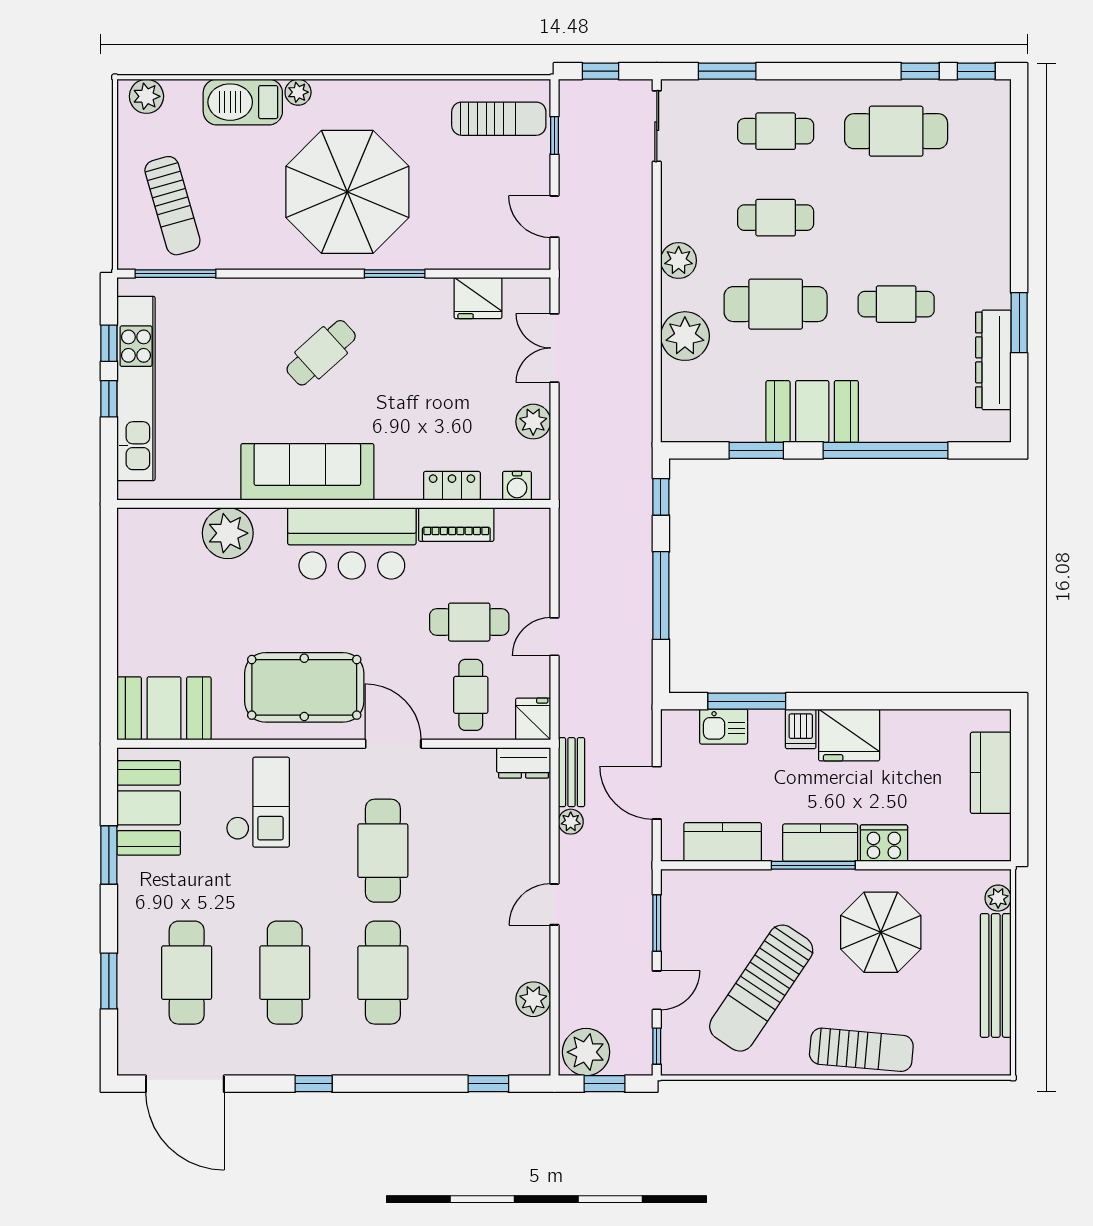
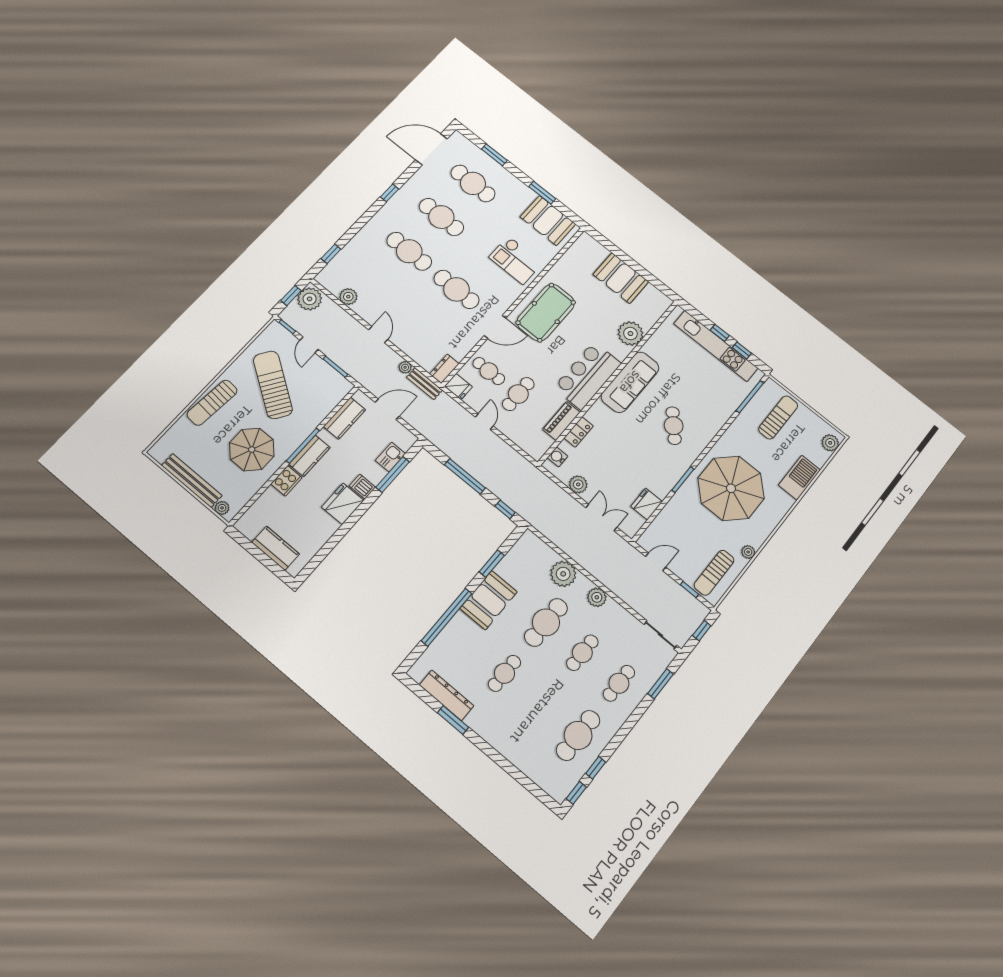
plant: (298, 92) -> (748, 552), moved
sun lounger: (172, 206) -> (778, 417), turned 106
booth: (164, 708) -> (621, 278), moved, turned 90

